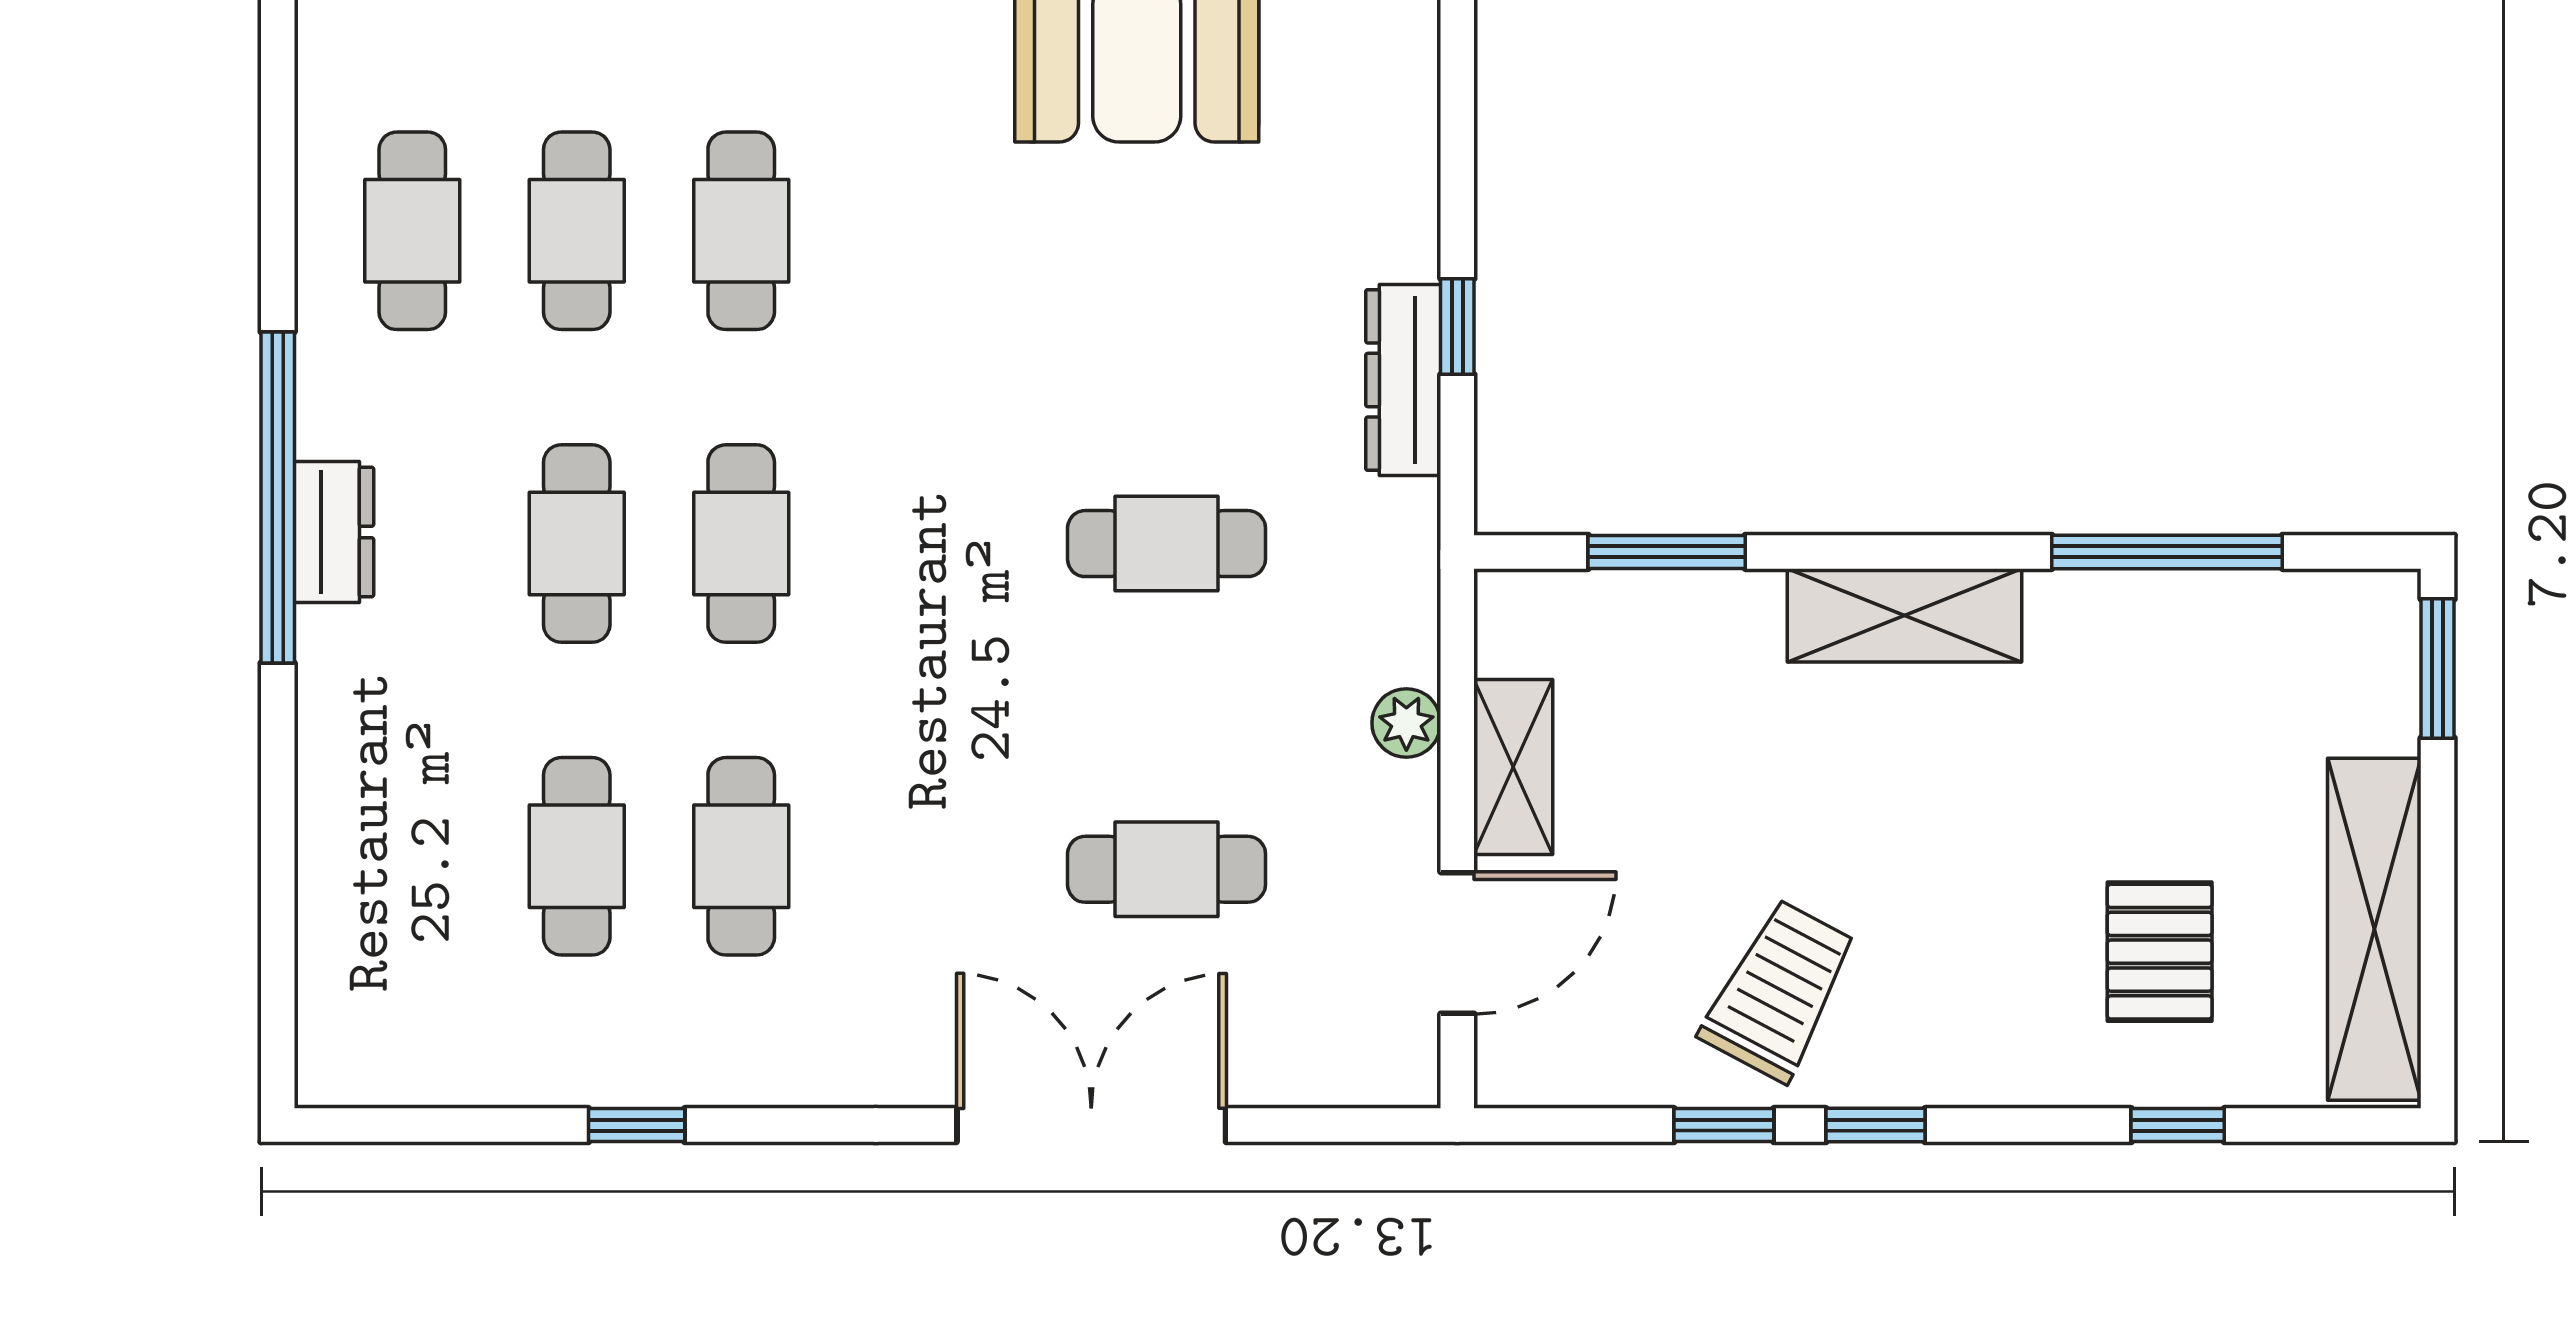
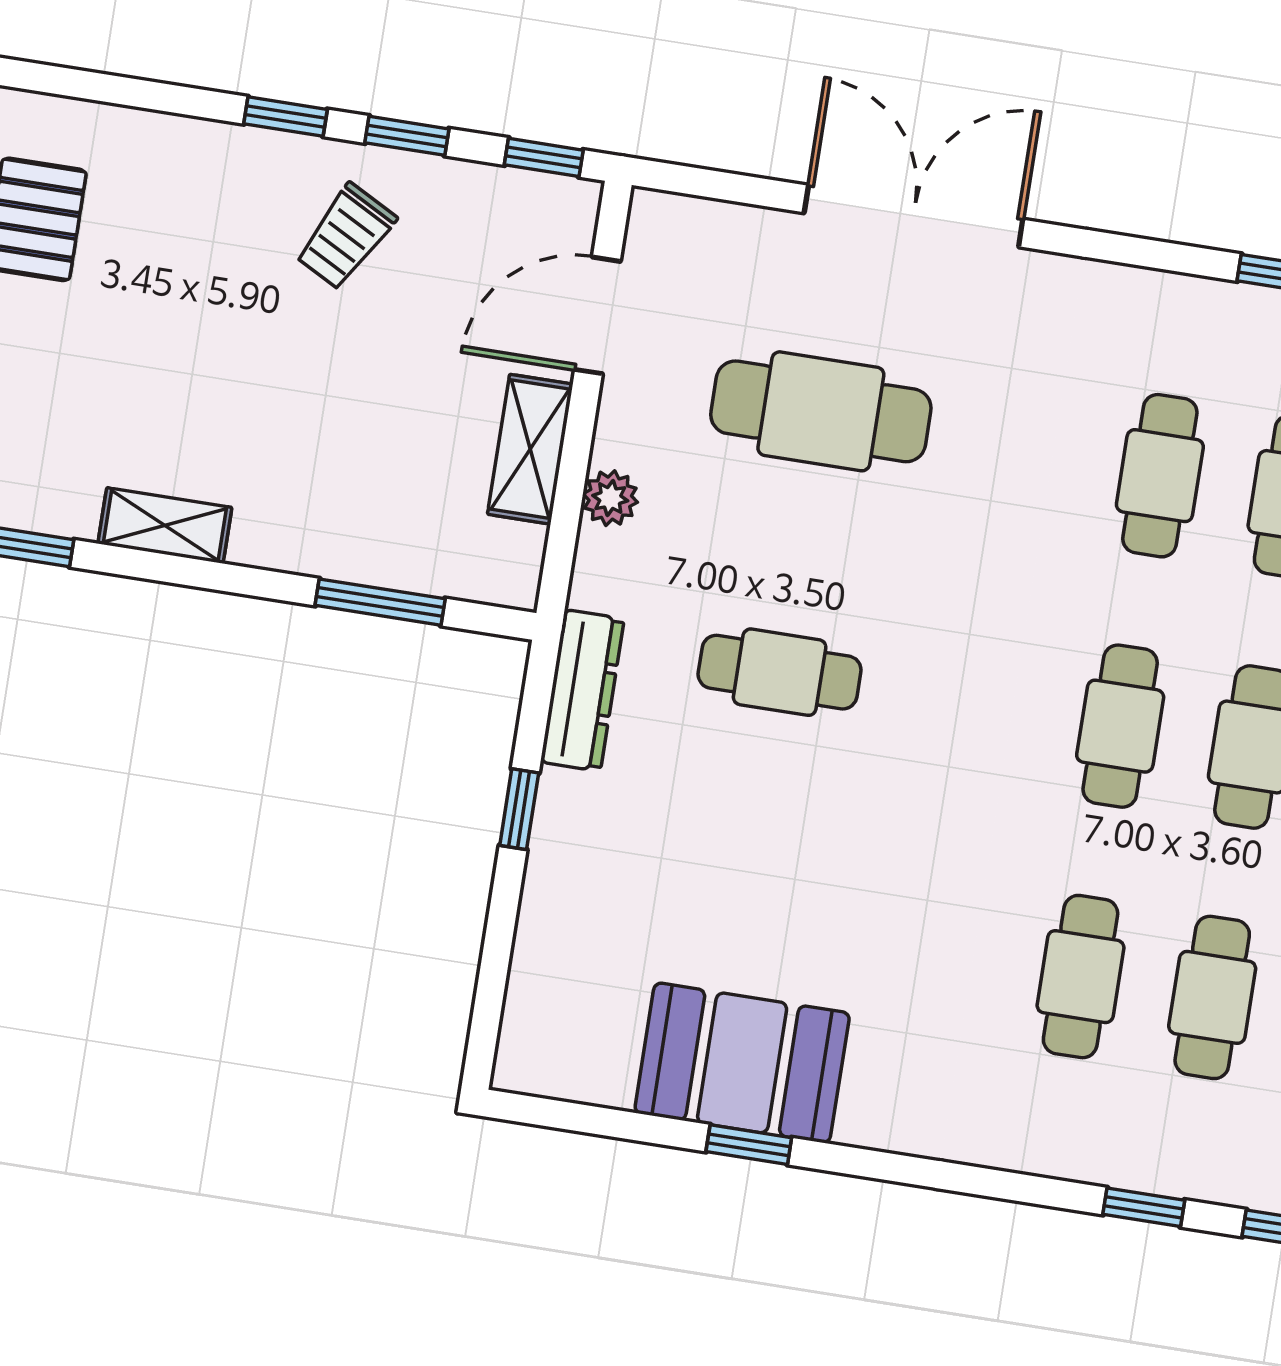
dresser: (1403, 380) -> (582, 690), moved
shelving: (1905, 615) -> (165, 526), width x0.67, depth x0.75
cafe table: (1167, 869) -> (821, 411), width x1.37, depth x1.35
trolley: (1779, 990) -> (346, 237), width x0.73, depth x0.72
double door: (1091, 1125) -> (914, 216), swing flipped
window: (2178, 1125) -> (544, 157), moved

